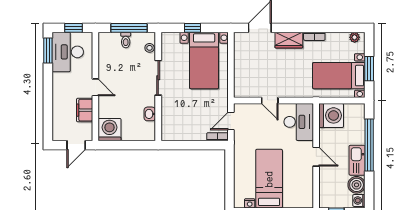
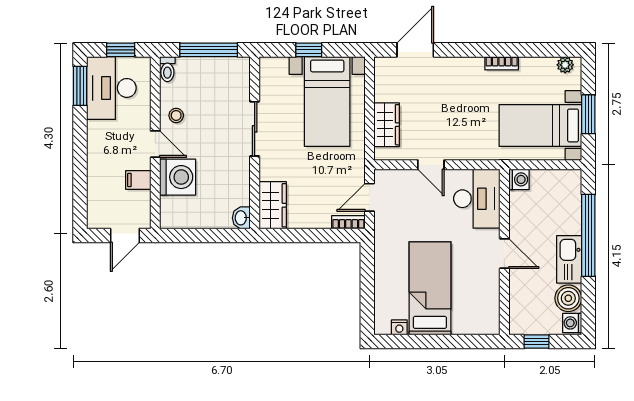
toilet: (126, 40) -> (167, 69), moved
wardrobe: (289, 40) -> (387, 125), moved, turned -90
stool: (150, 48) -> (176, 115), moved
filing cabinet: (85, 110) -> (138, 180), width x0.50
washbasin: (150, 114) -> (241, 218), moved
washing machine: (331, 115) -> (519, 179), width x0.53, depth x0.53
wardrobe: (170, 126) -> (273, 205), added
washing machine: (109, 130) -> (178, 177), moved, turned 90

